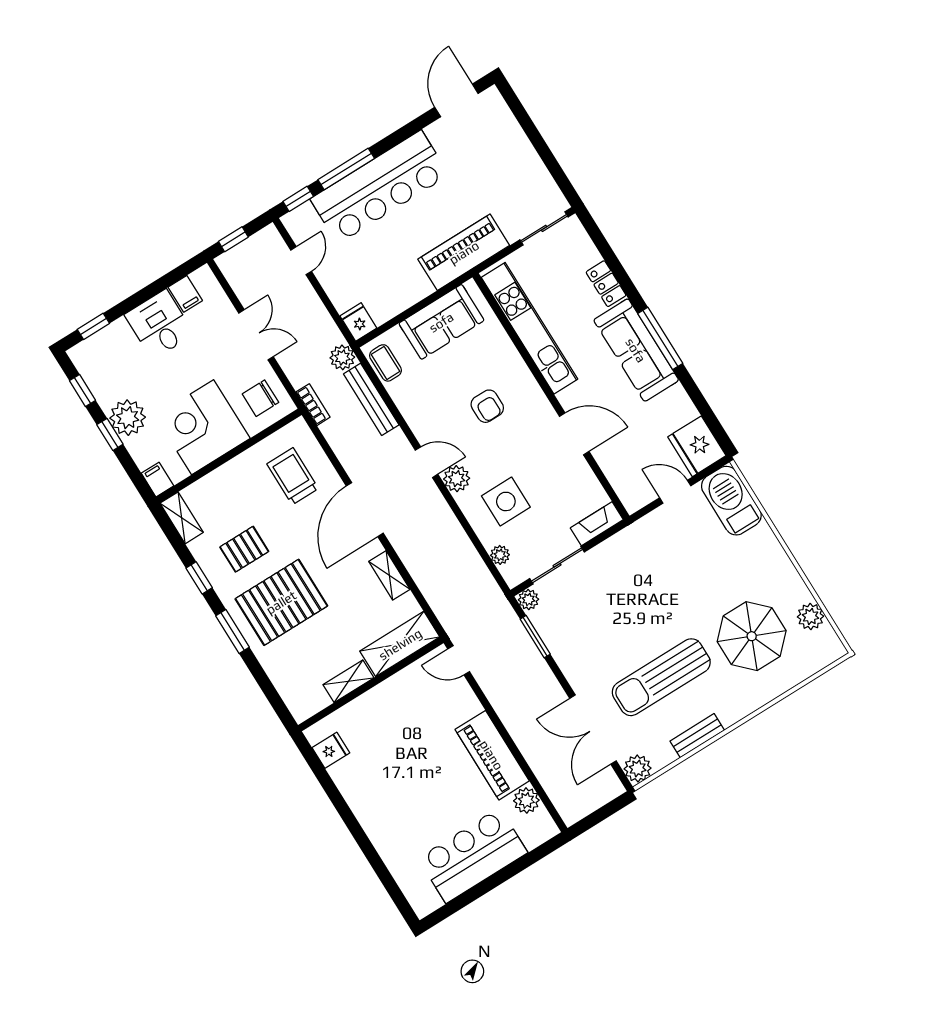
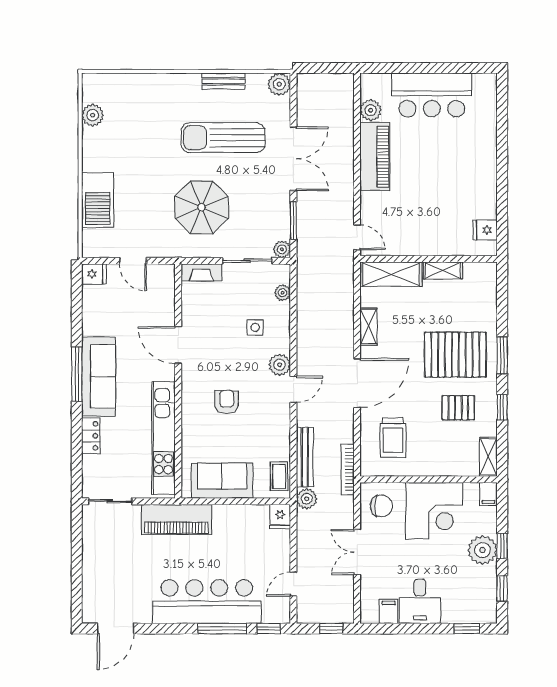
bookcase: (313, 405) -> (348, 470), width x1.56
fridge: (697, 446) -> (94, 274), width x0.53, depth x0.75
door: (427, 462) -> (293, 389), swing flipped
side table: (506, 501) -> (255, 327), width x0.54, depth x0.54
barbecue: (731, 501) -> (98, 200), moved
parasol: (752, 636) -> (202, 207), moved
sun lounger: (661, 677) -> (223, 138), turned 180
double door: (593, 730) -> (293, 159), moved

